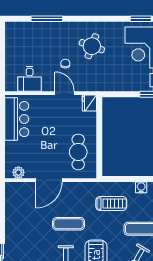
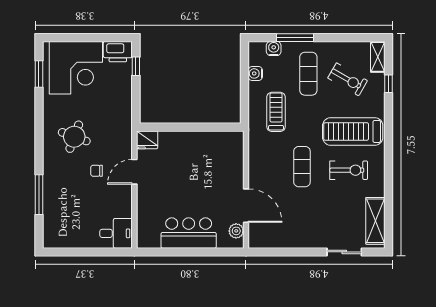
desk: (30, 79) -> (116, 233), moved
bar counter: (17, 119) -> (189, 233), moved
cafe table: (78, 152) -> (210, 154), removed
door: (49, 180) -> (246, 206), moved

